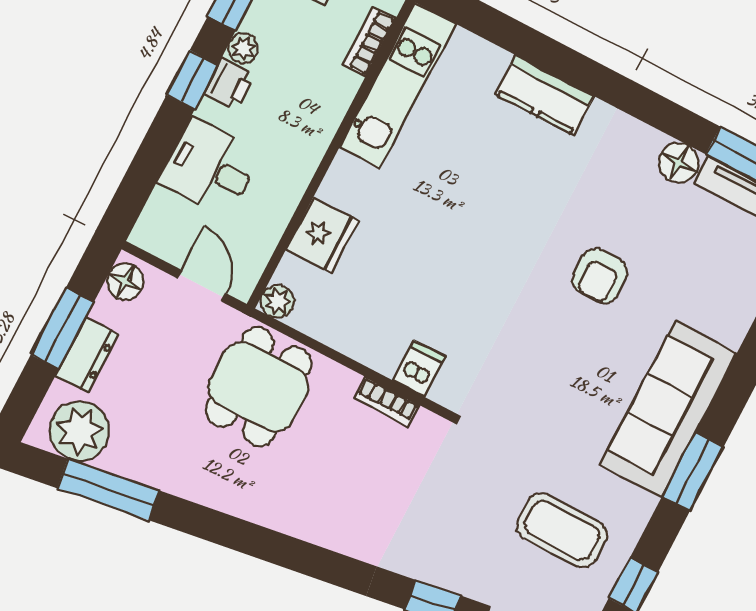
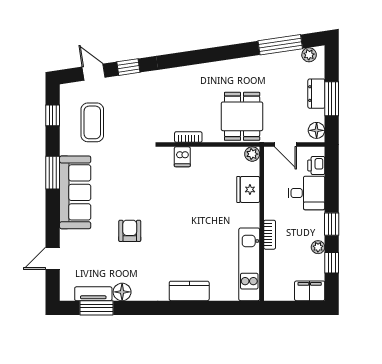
bookcase: (369, 42) -> (270, 235), moved
printer: (229, 84) -> (316, 165), moved
plant: (79, 431) -> (309, 55), width x0.53, depth x0.53
coffee table: (562, 530) -> (92, 122), turned 90

